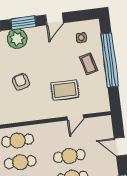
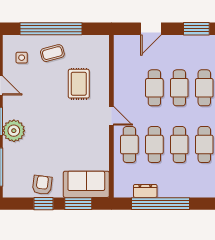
armchair: (21, 82) -> (63, 132), removed
door: (75, 117) -> (111, 116), moved

